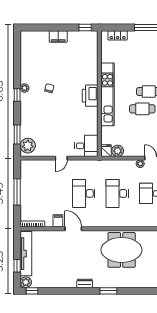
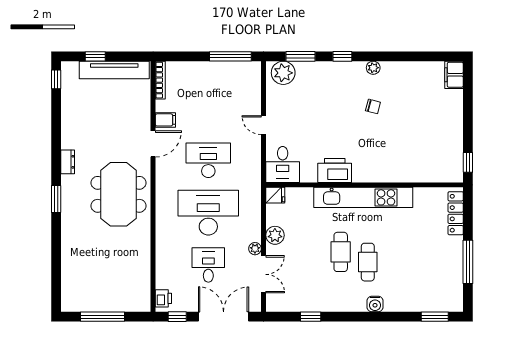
locker: (118, 35) -> (456, 213), width x1.53
filing cabinet: (58, 36) -> (454, 75), moved
window: (17, 95) -> (342, 56), moved
printer: (90, 96) -> (335, 170), moved
plant: (118, 151) -> (275, 235), moved
window: (17, 192) -> (230, 56), moved
desk: (117, 193) -> (208, 213), width x1.36, depth x1.30
meeting table: (122, 250) -> (118, 194), moved
plant: (26, 282) -> (69, 70), removed

